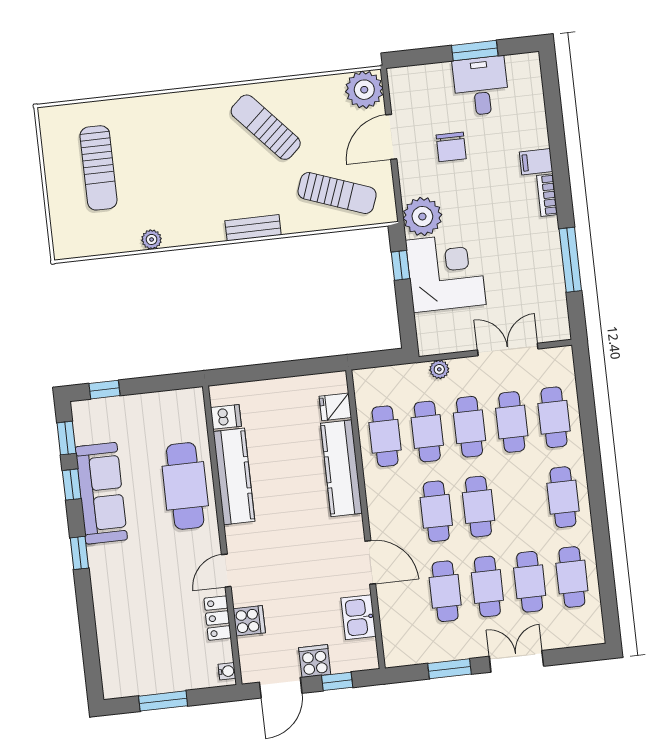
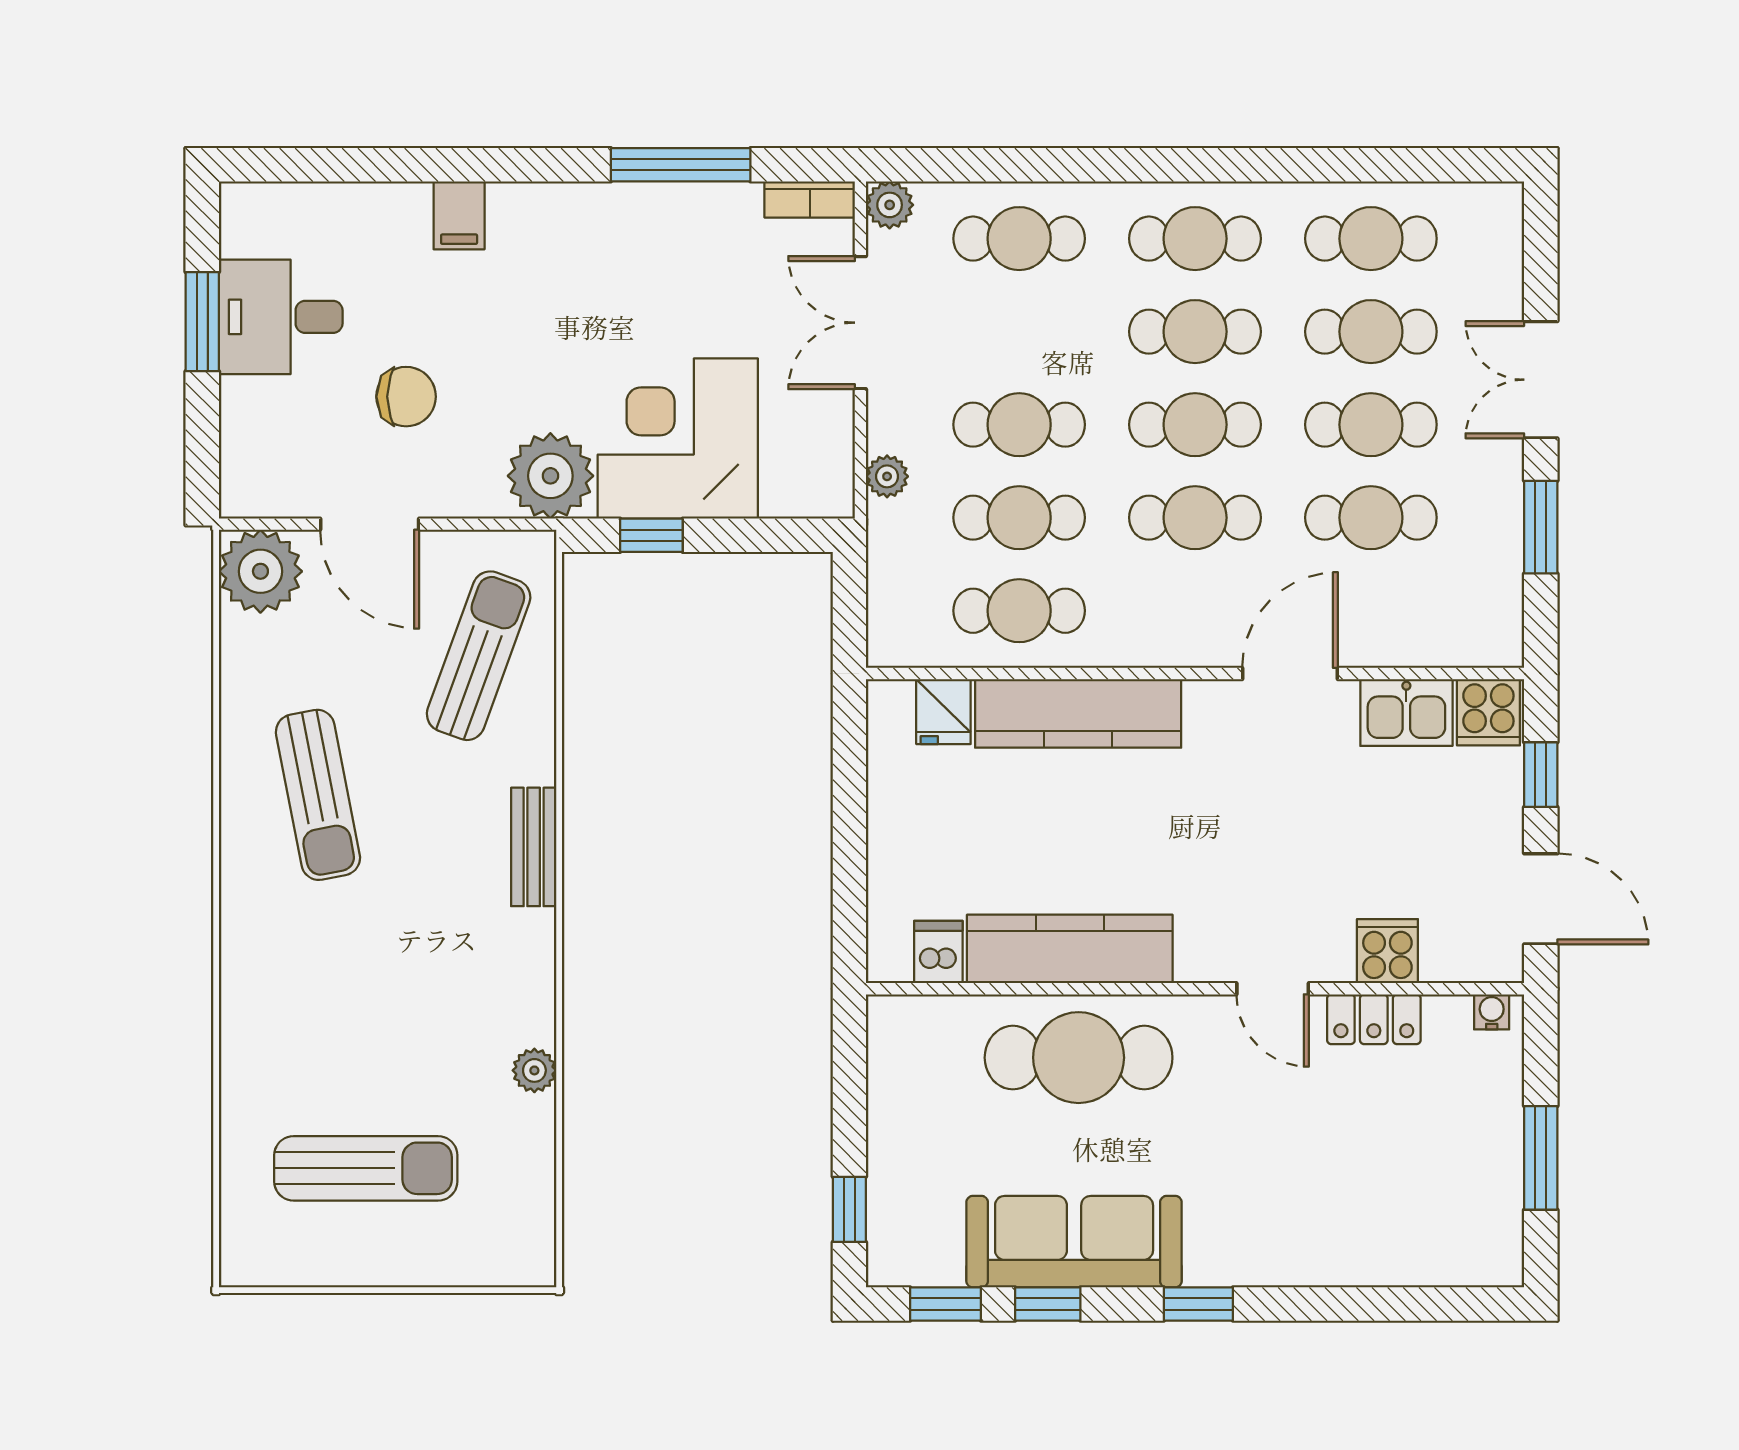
sun lounger: (266, 127) -> (318, 795), turned -59
bookcase: (547, 195) -> (810, 199), moved
plant: (563, 357) -> (890, 205), added
cafe table: (512, 422) -> (1195, 332), moved
cooker: (315, 661) -> (1488, 712), moved, turned -90

